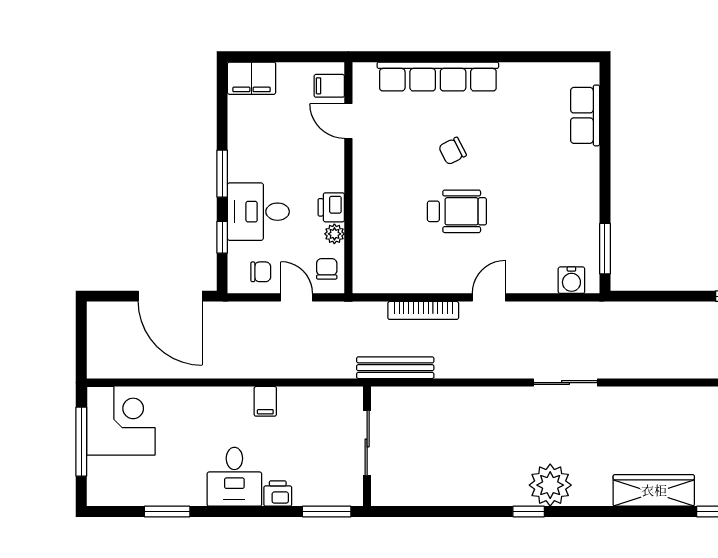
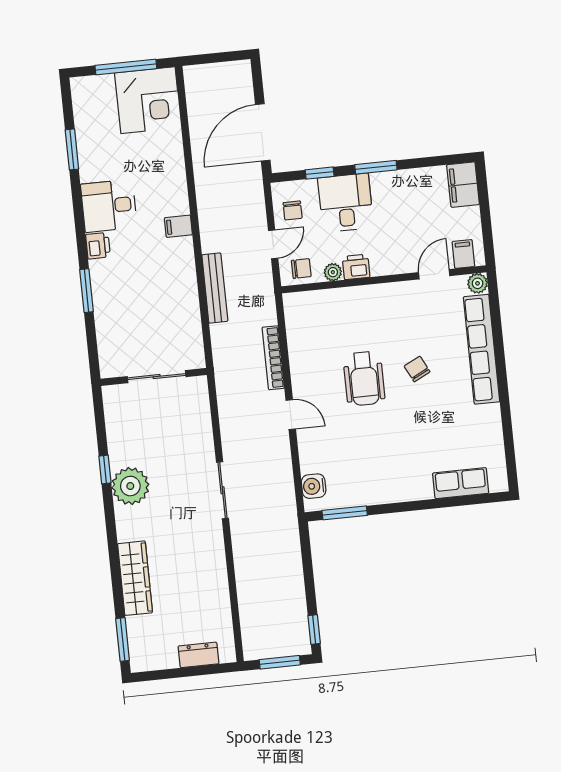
plant: (364, 73) -> (478, 283), added
bench: (395, 368) -> (215, 288), moved
sliding door: (367, 443) -> (157, 377), moved
wall: (367, 446) -> (154, 377), moved

